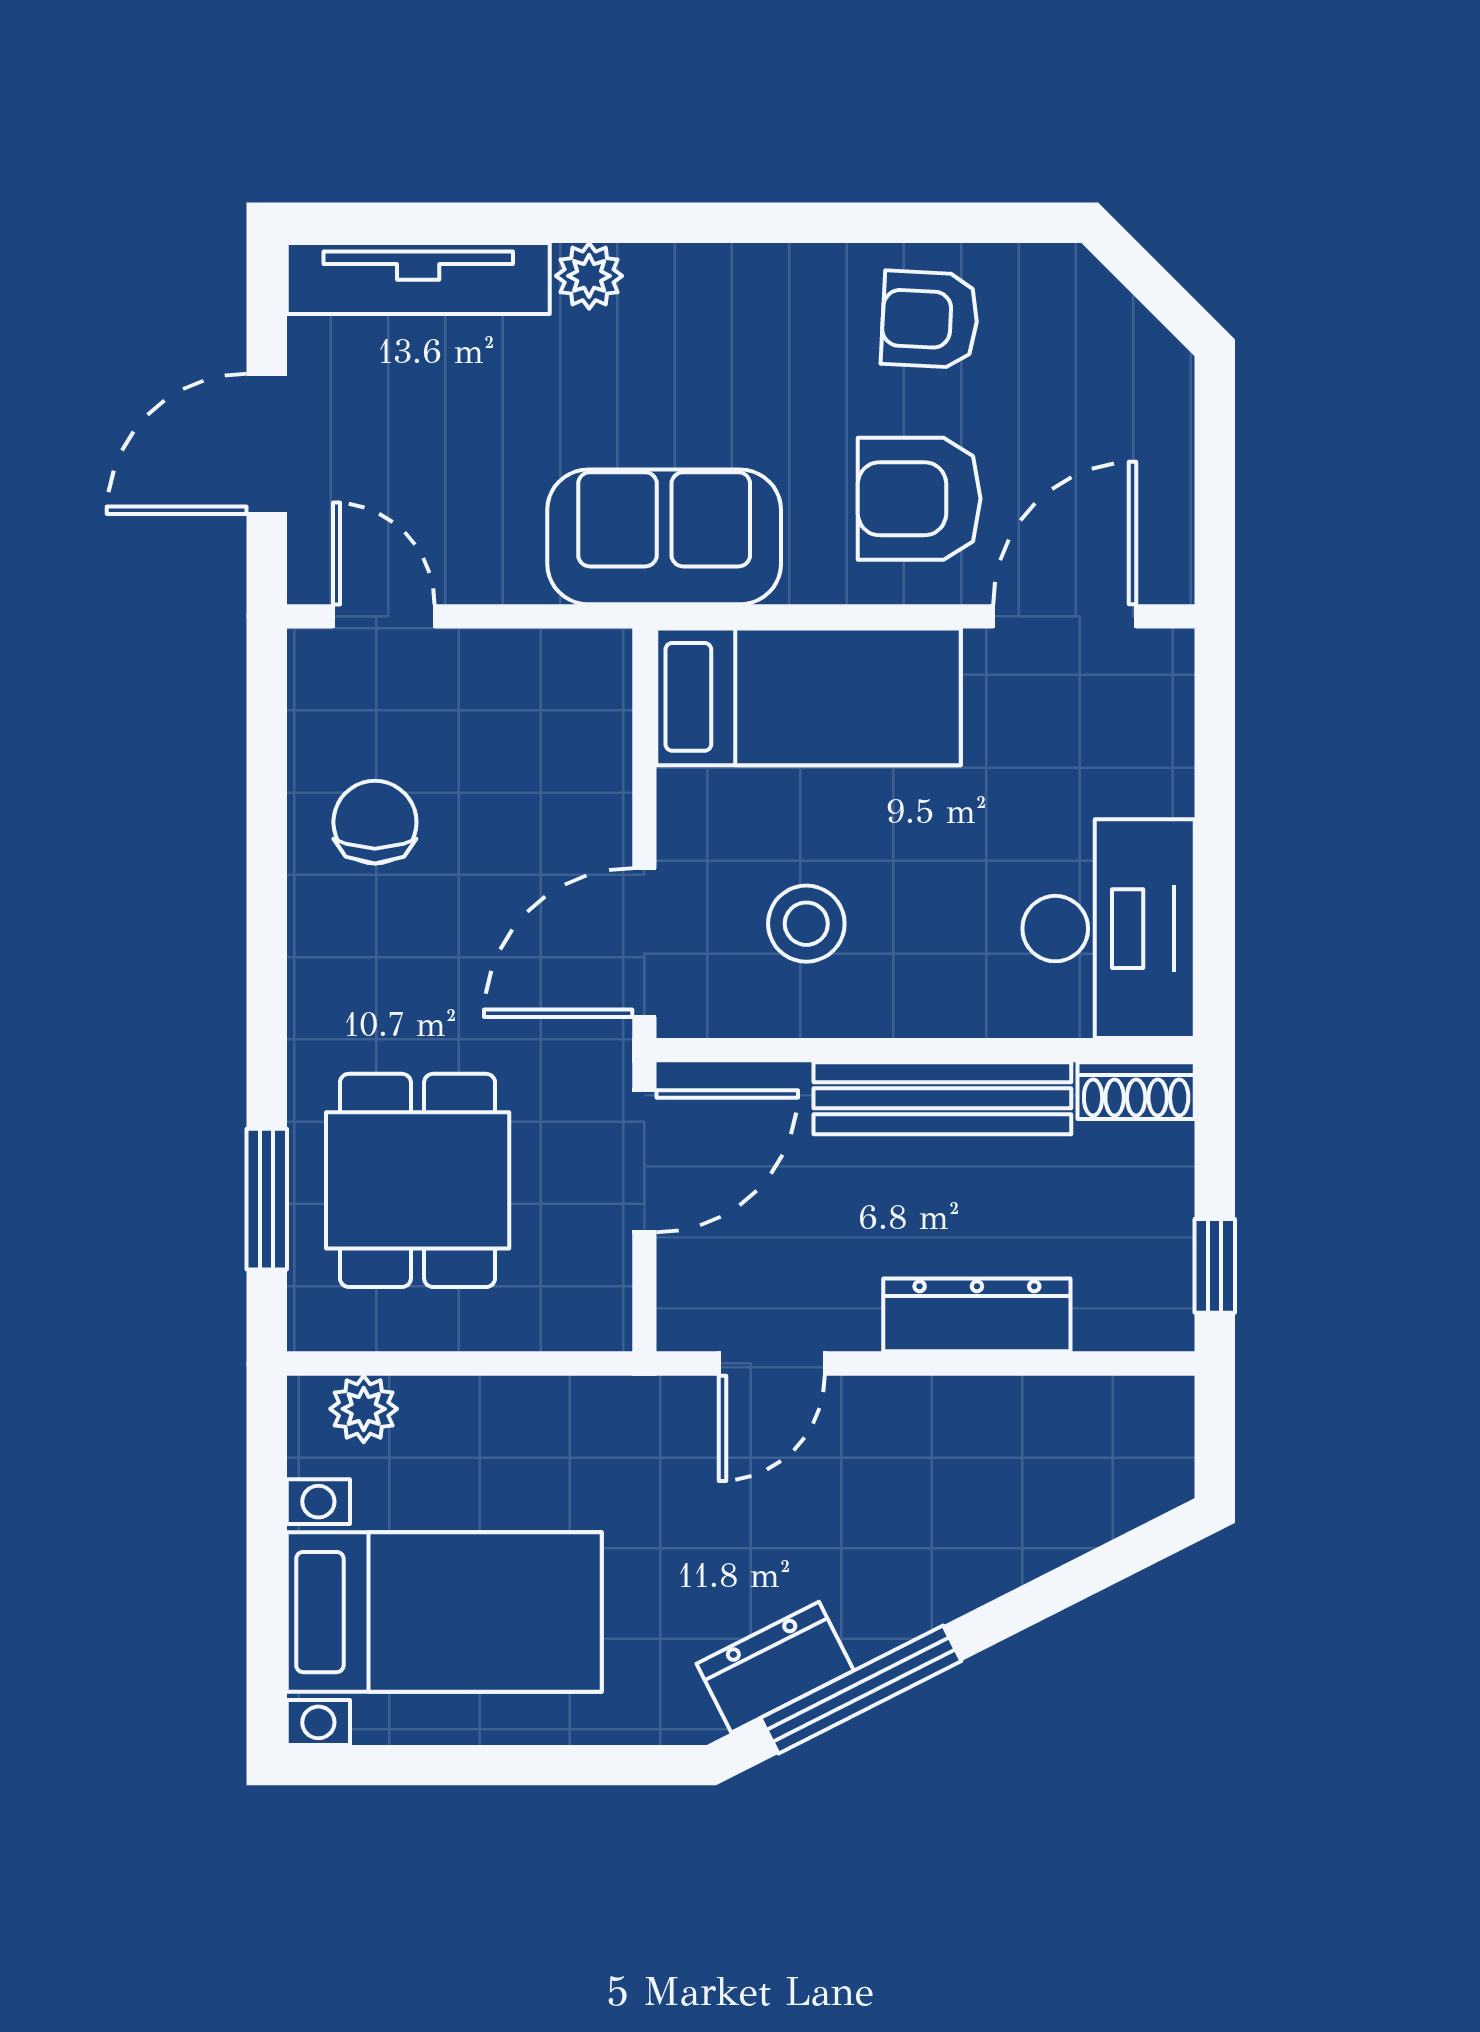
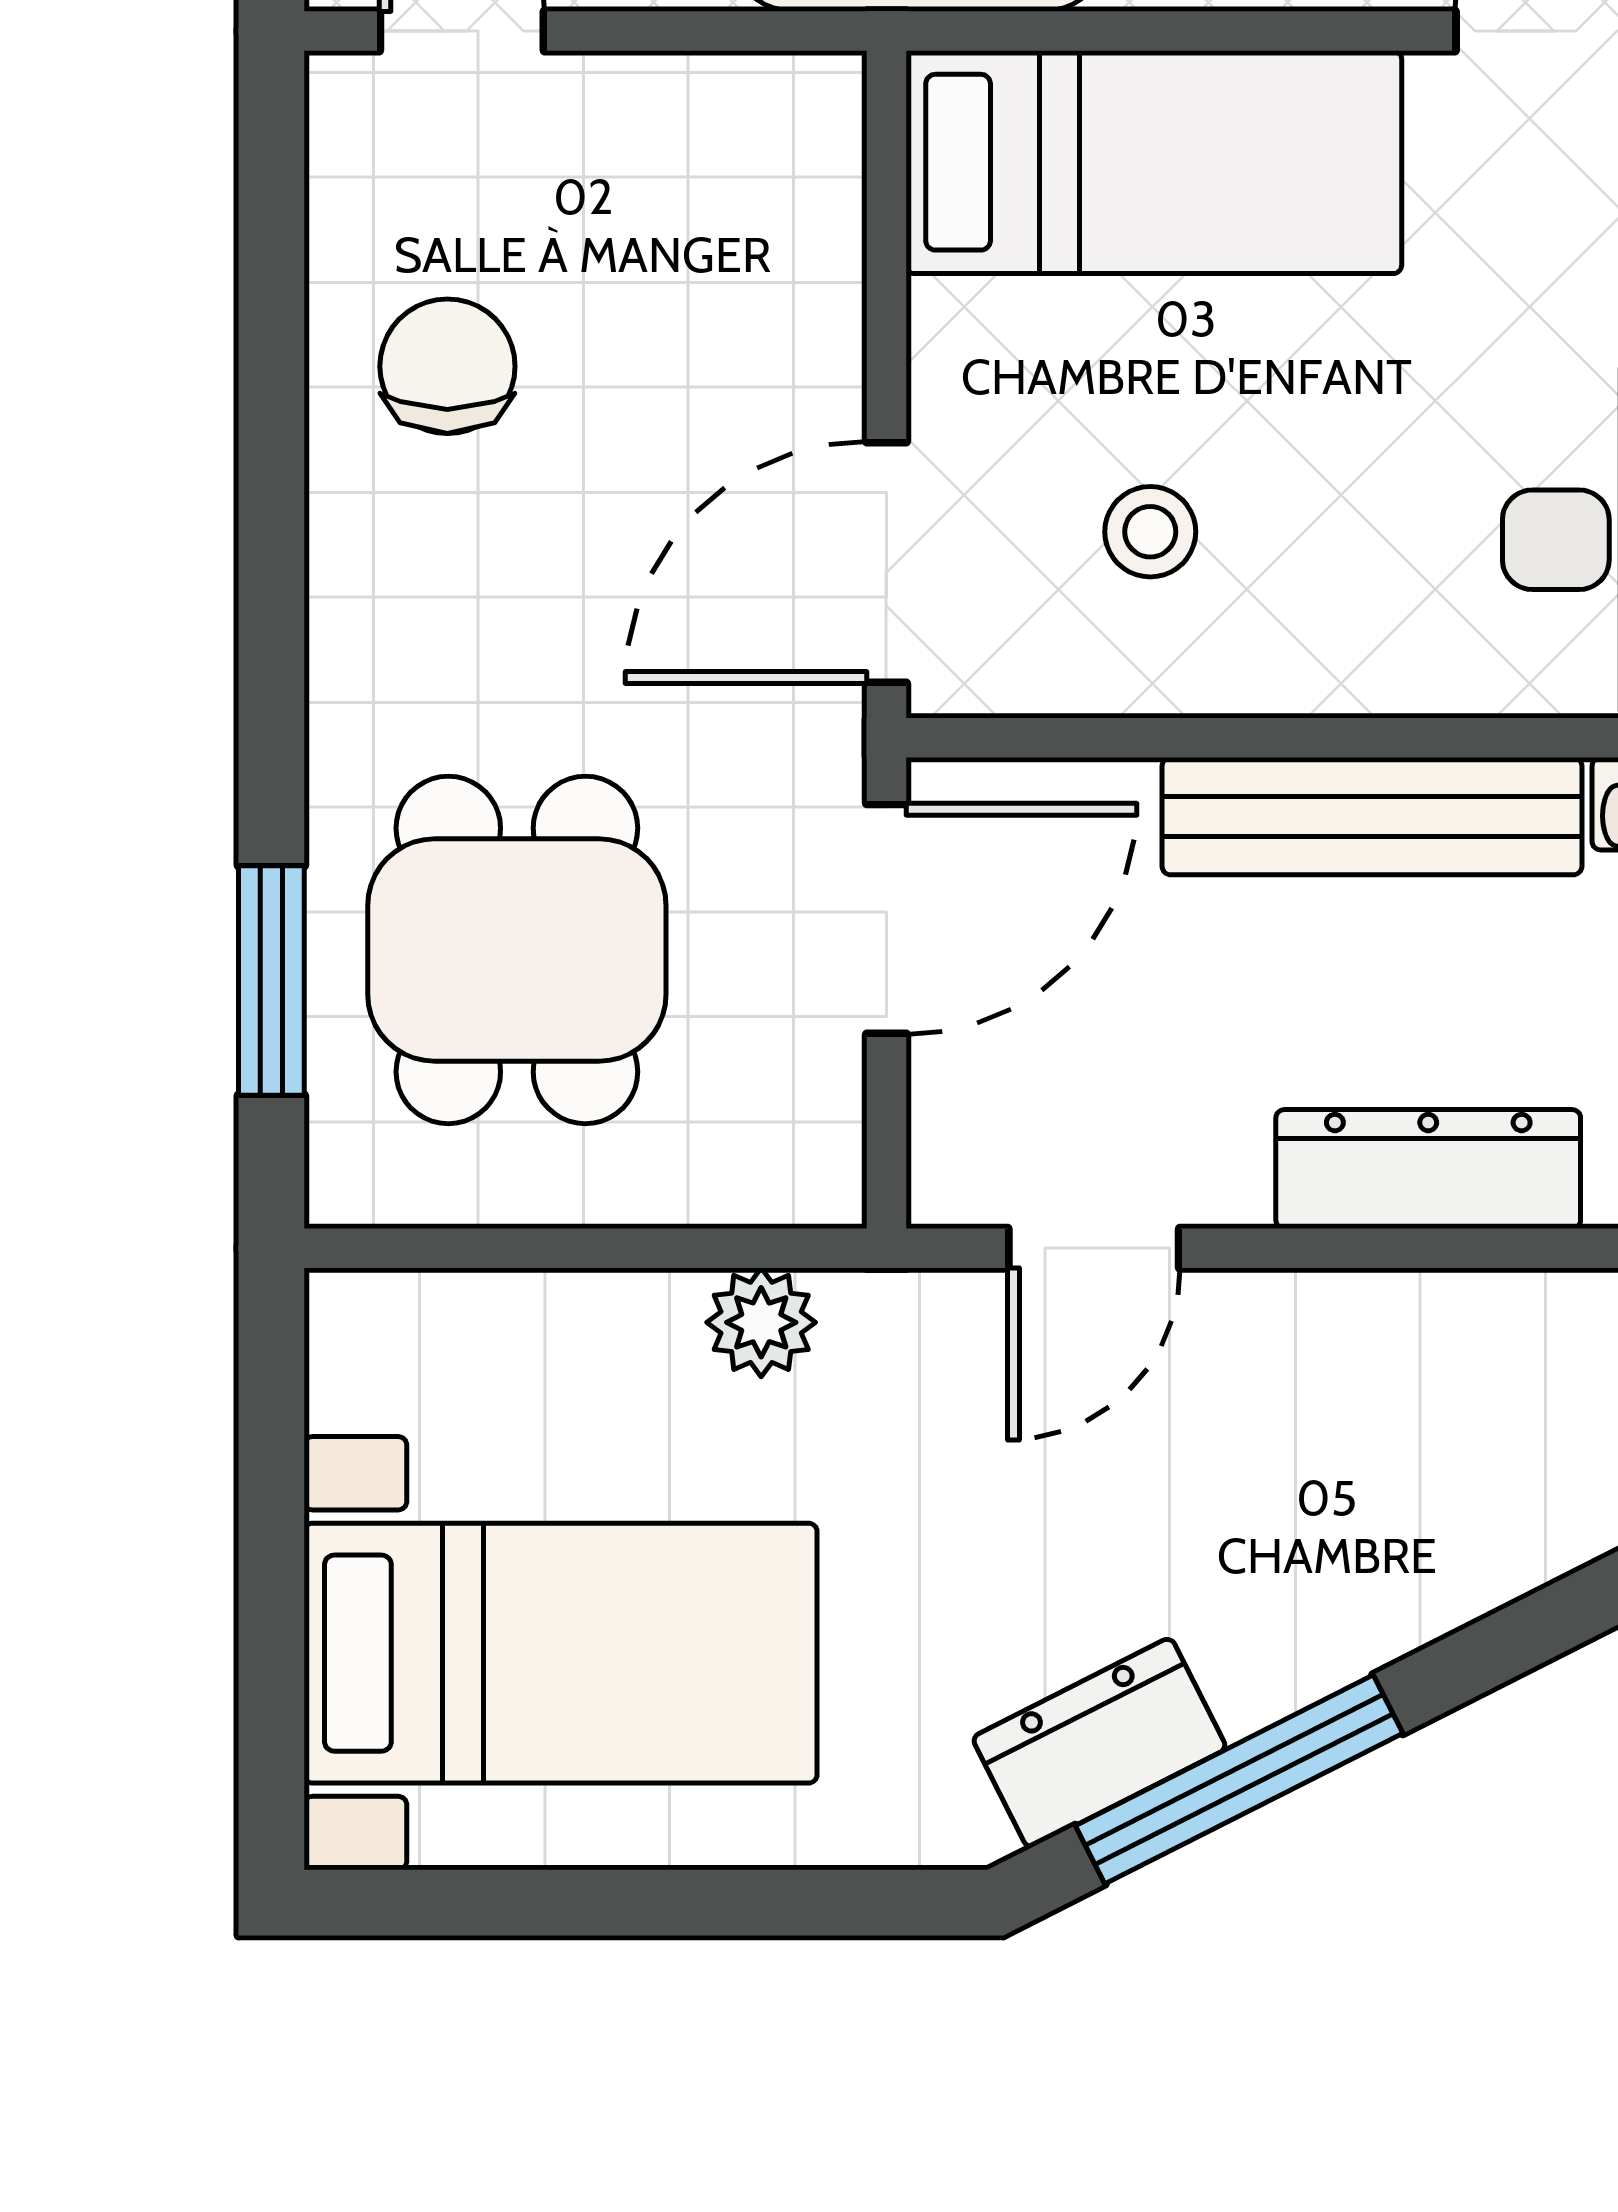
stool: (806, 924) -> (1150, 532), width x0.73, depth x0.73
plant: (364, 1409) -> (761, 1322), moved

